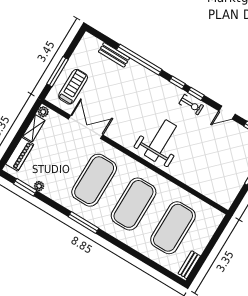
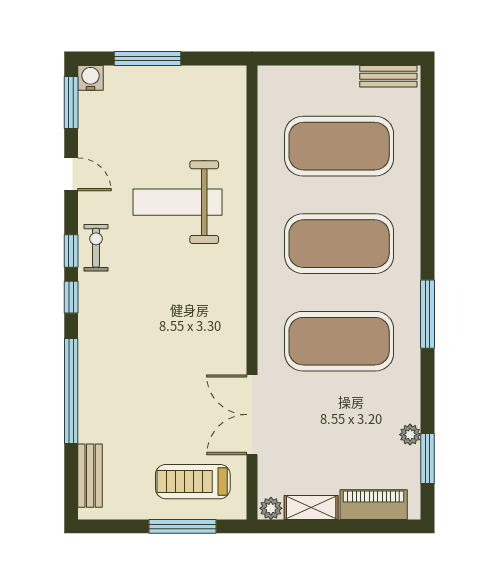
bench: (114, 55) -> (90, 476), moved
weight bench: (160, 141) -> (178, 202), moved

